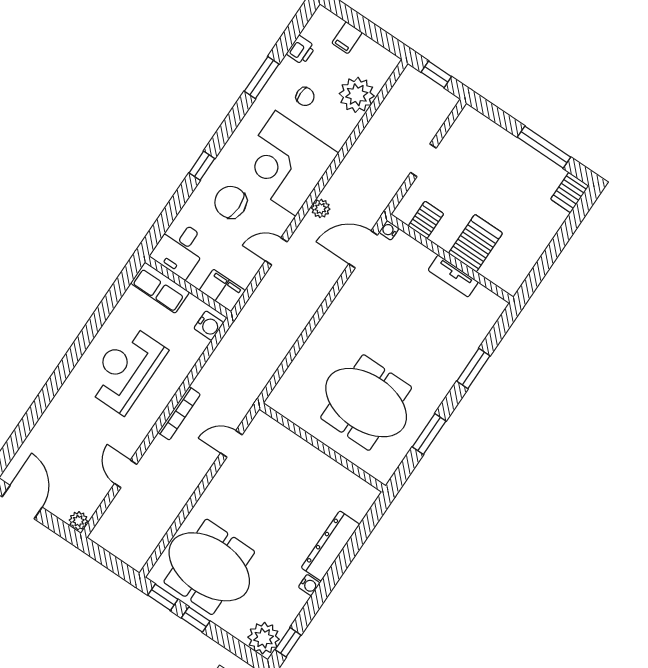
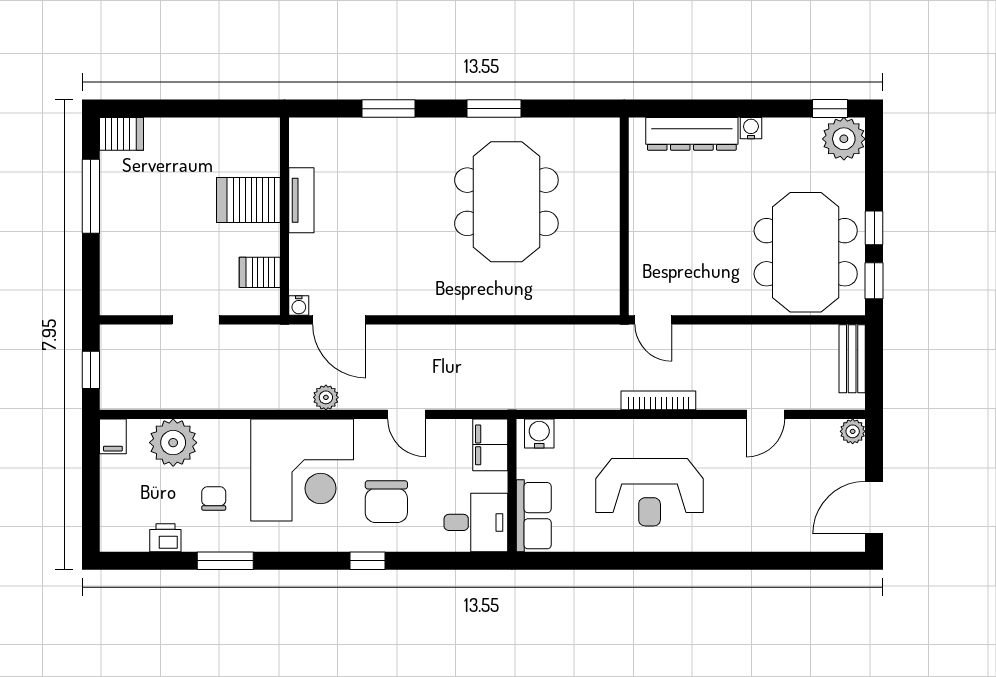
filing cabinet: (347, 38) -> (113, 436), moved, turned 90
wall: (322, 447) -> (624, 216), moved
bench: (124, 551) -> (852, 359), added

